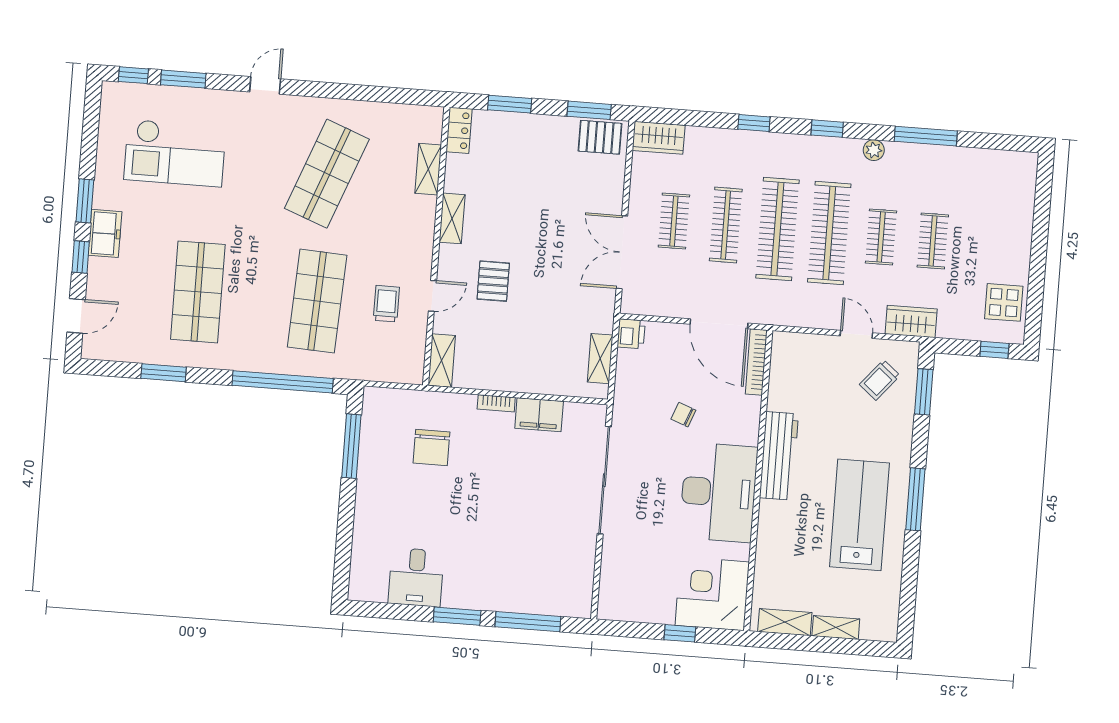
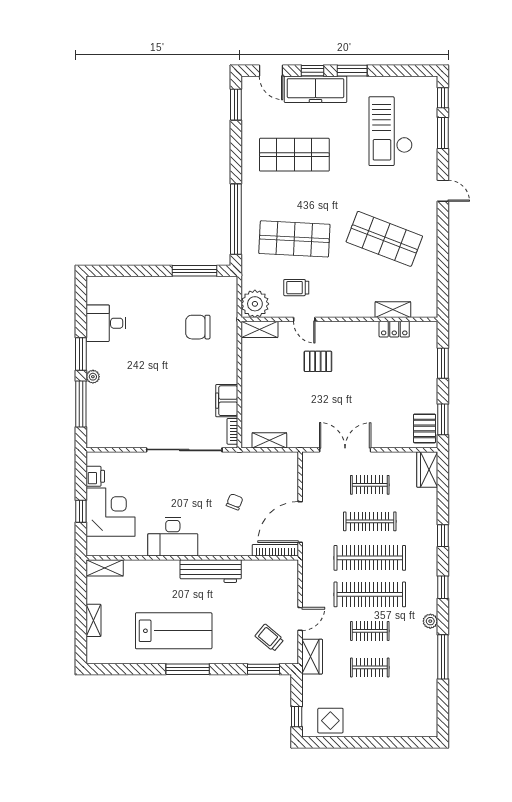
locker: (459, 130) -> (394, 329), moved
shelving: (452, 218) -> (360, 329), removed
freezer: (105, 233) -> (316, 89), width x1.91, depth x1.26
trolley: (386, 304) -> (296, 288), turned 180
printer: (631, 334) -> (95, 476), moved, turned -90
plant: (405, 364) -> (255, 304), added
window: (164, 373) -> (236, 105), moved
bookcase: (496, 403) -> (232, 431), moved
desk: (719, 492) -> (173, 537), width x0.73, depth x0.77
corner desk: (712, 594) -> (110, 512), moved
plant: (490, 602) -> (93, 377), added
shelving: (785, 622) -> (105, 568), moved, turned 90

